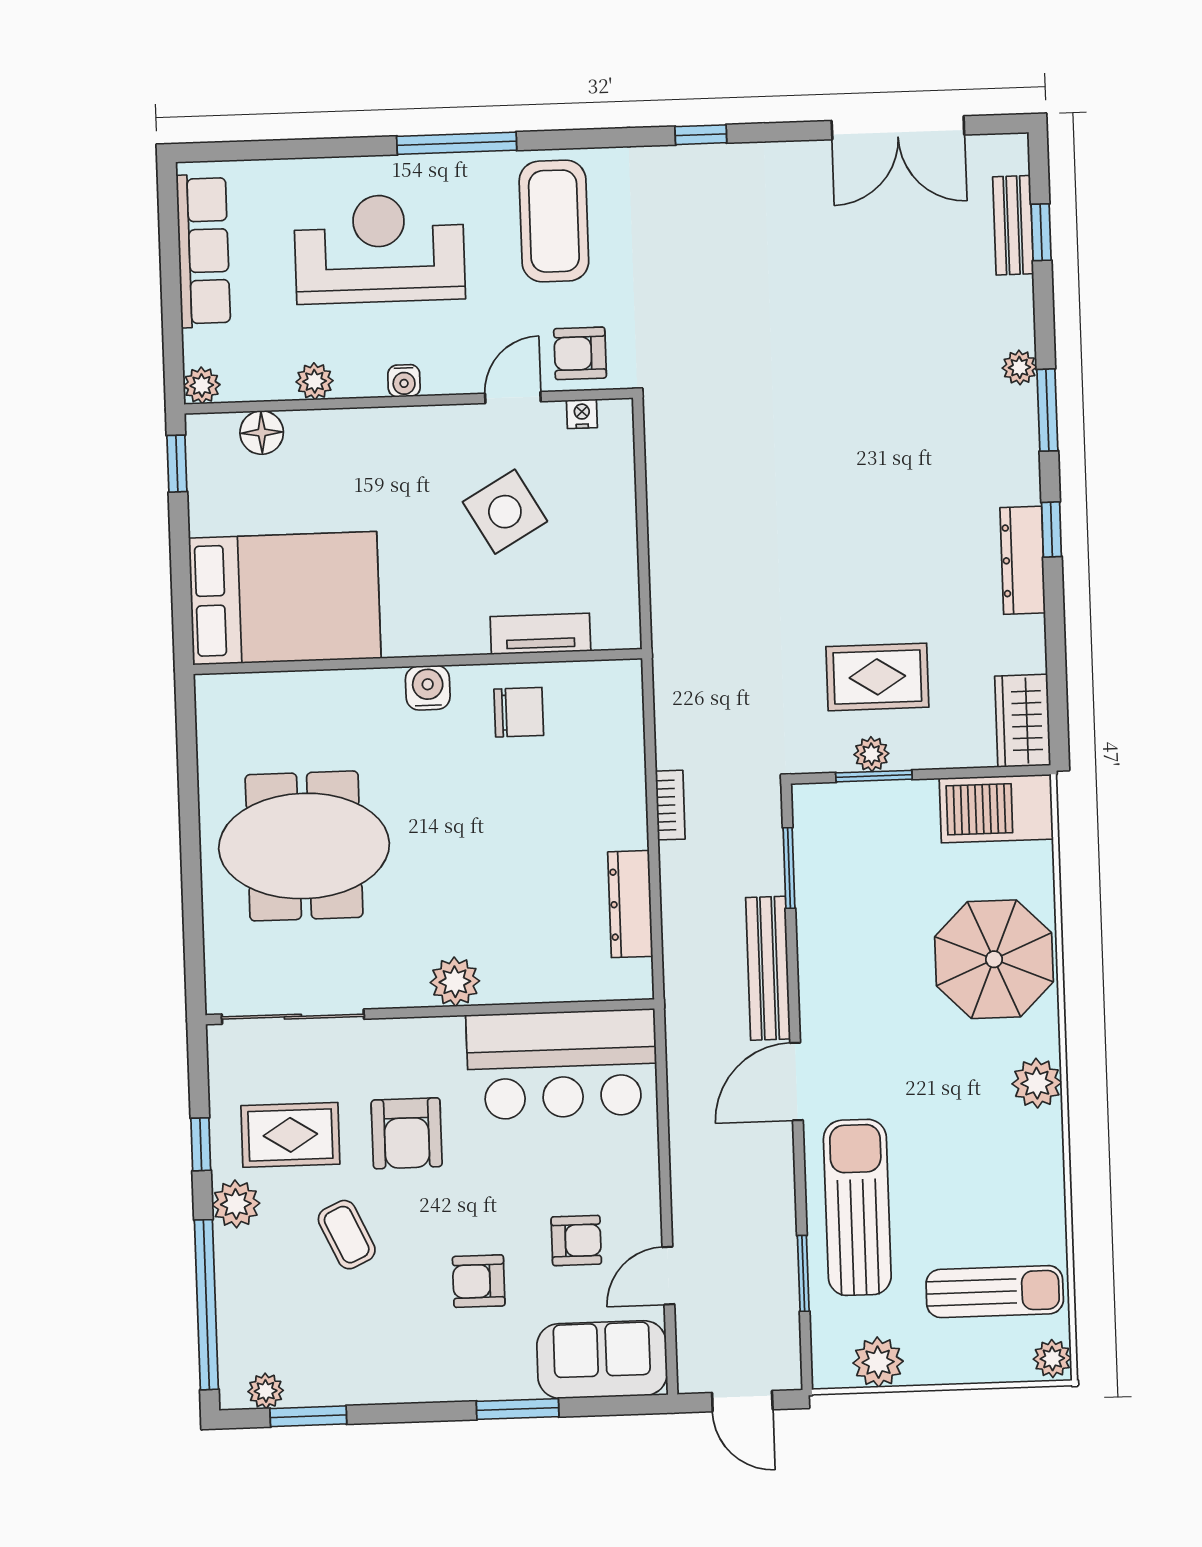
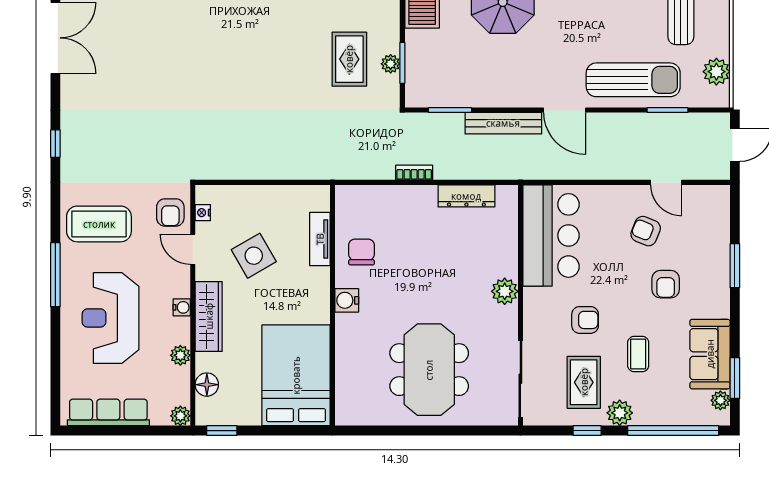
wardrobe: (389, 432) -> (209, 316), added
armchair: (407, 1133) -> (585, 320), width x0.72, depth x0.72
sun lounger: (857, 1207) -> (633, 80), turned 180
coffee table: (347, 1235) -> (638, 354), turned -65
armchair: (576, 1240) -> (646, 231), turned -68
sofa: (602, 1360) -> (710, 354), moved

